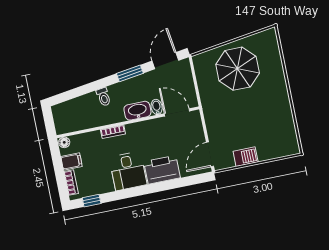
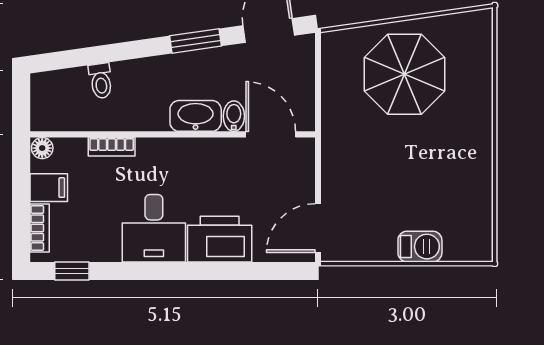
toilet: (104, 97) -> (101, 81), moved
bookcase: (113, 132) -> (112, 147), moved
barbecue: (246, 157) -> (420, 247), moved

